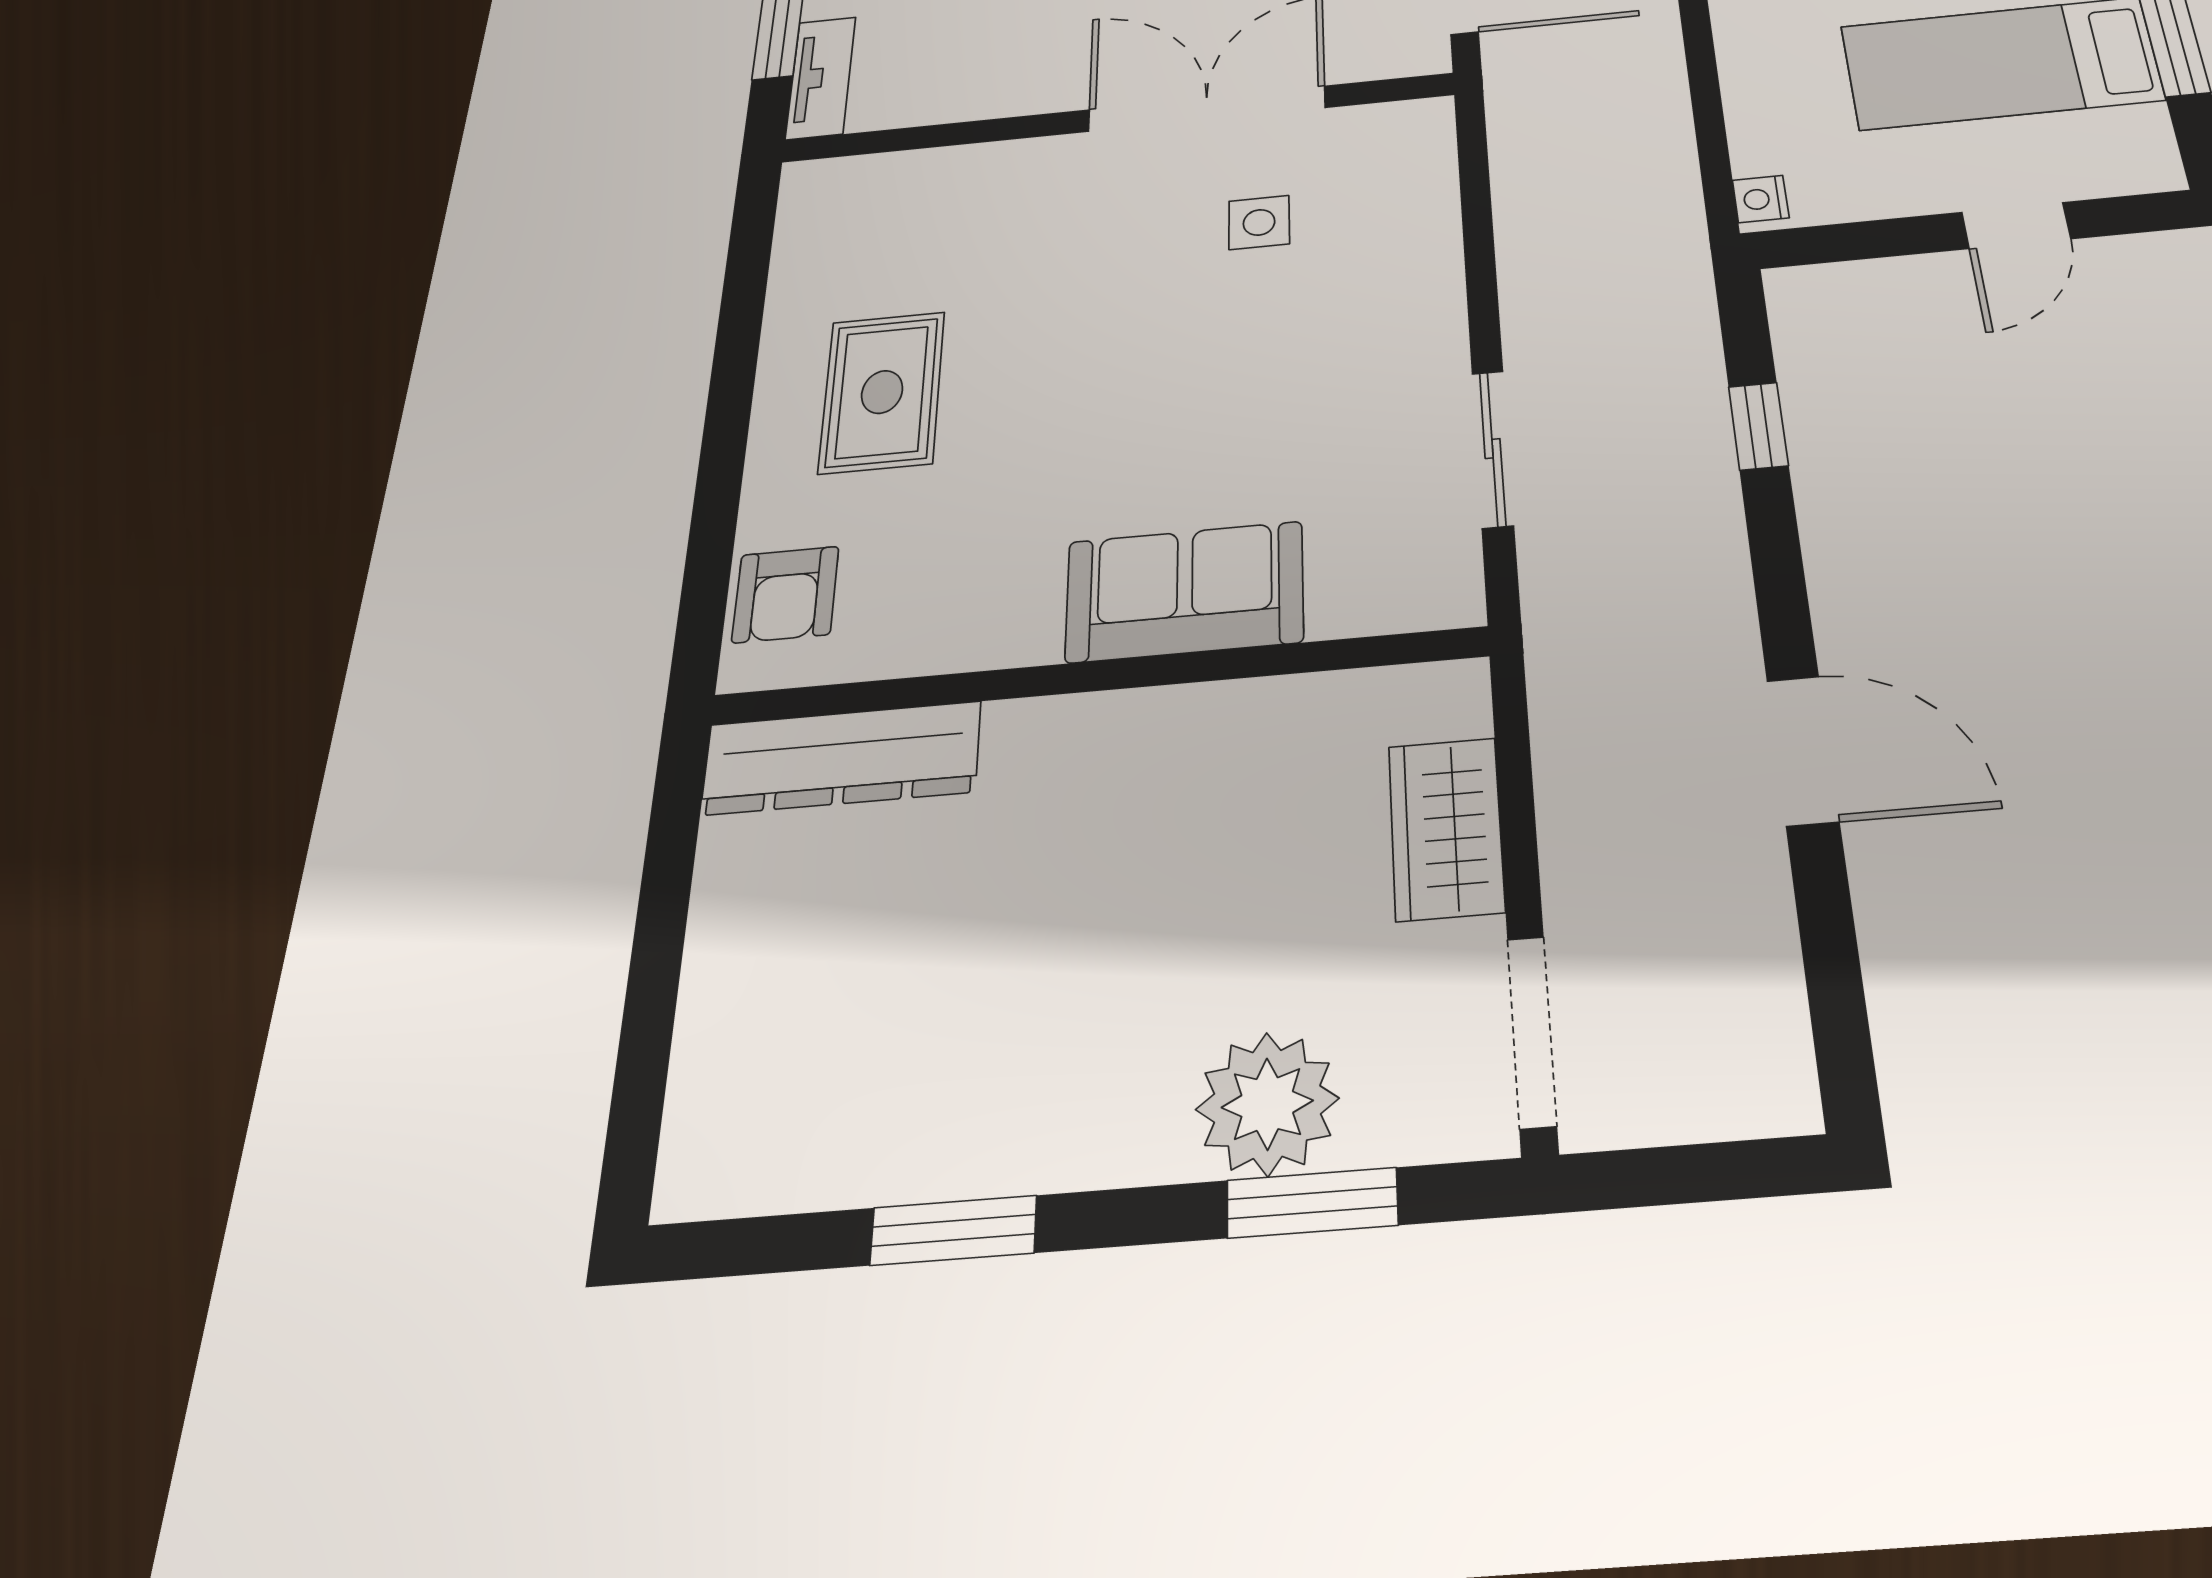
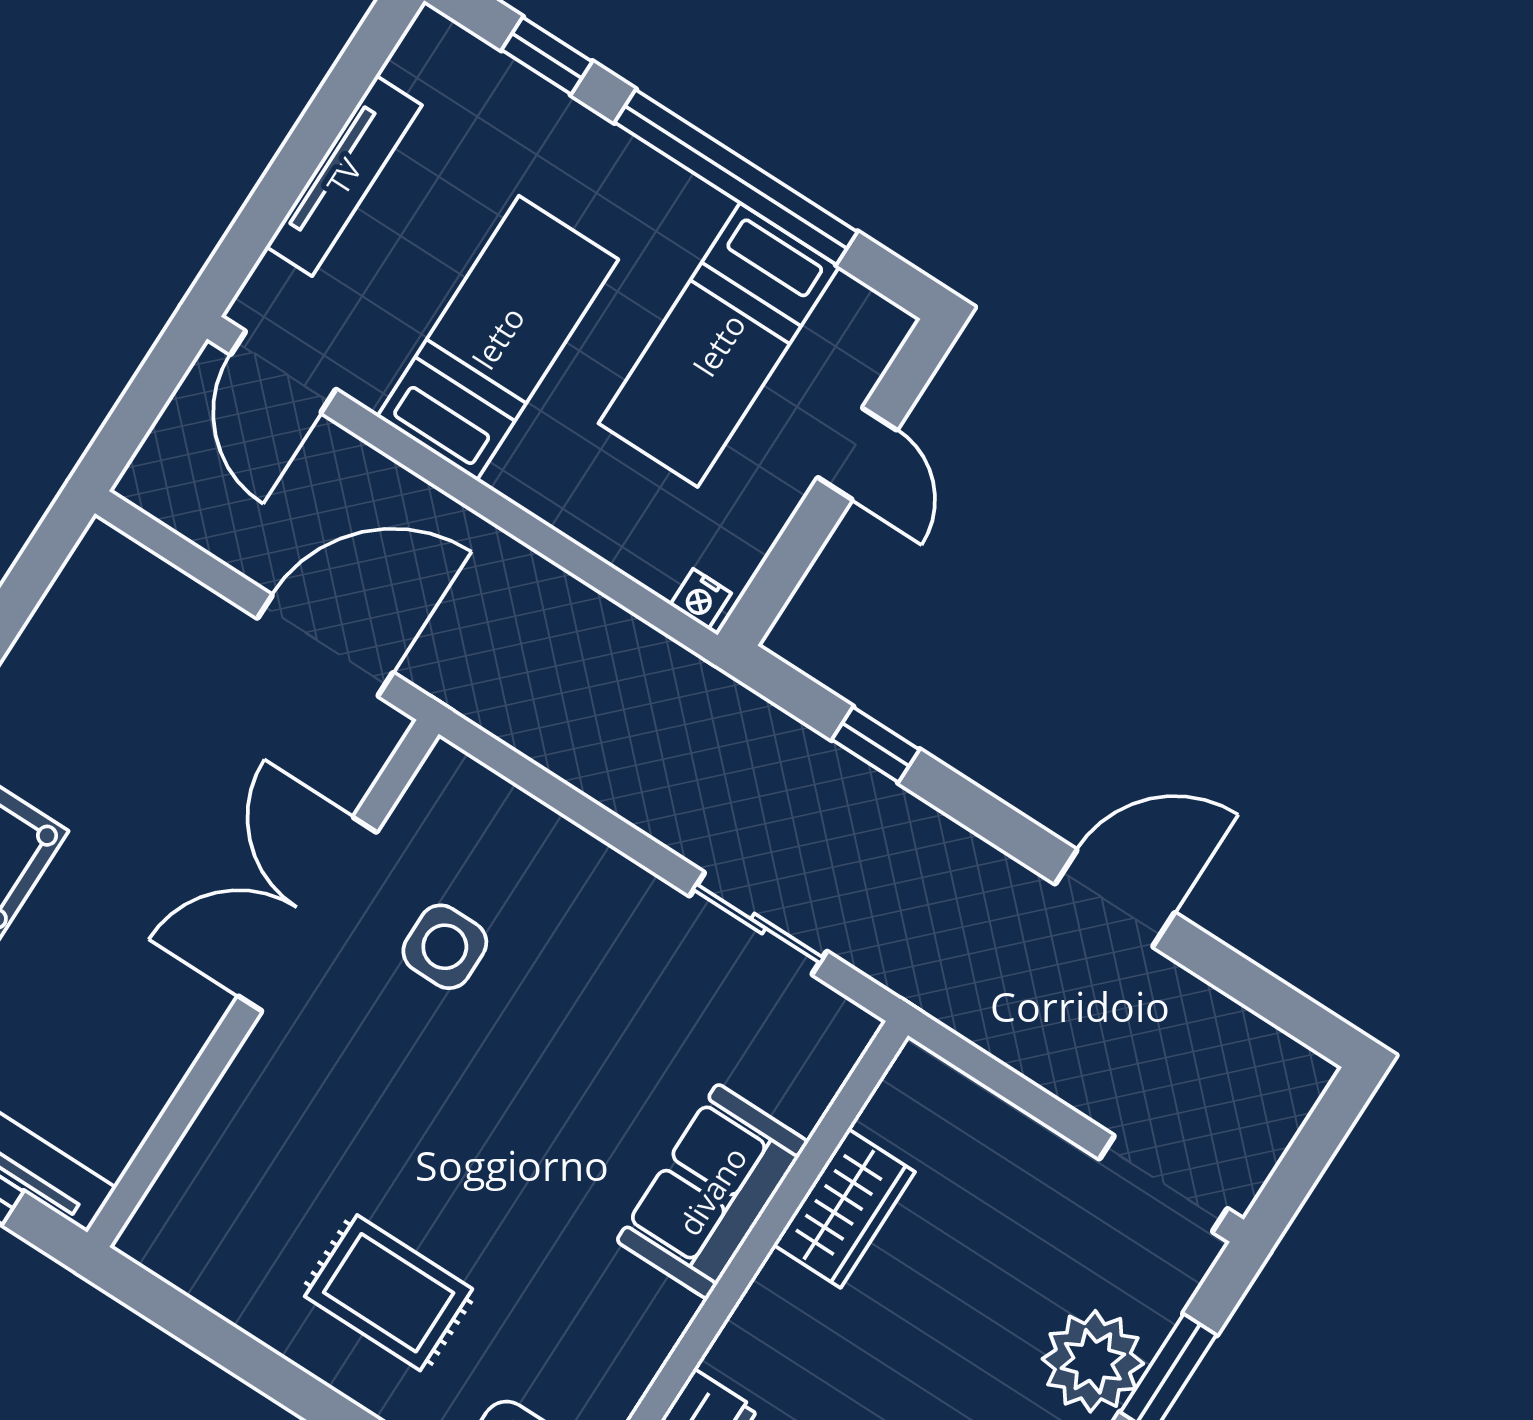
side table: (1259, 222) -> (445, 947), width x1.37, depth x1.37
wardrobe: (1446, 828) -> (844, 1208), moved, turned -90

